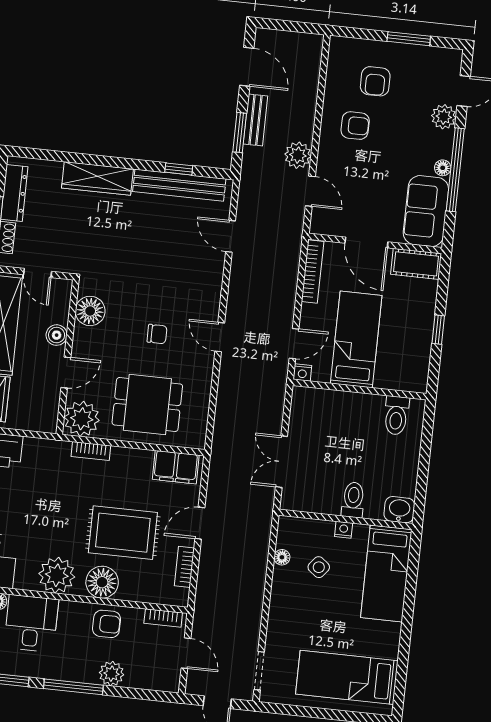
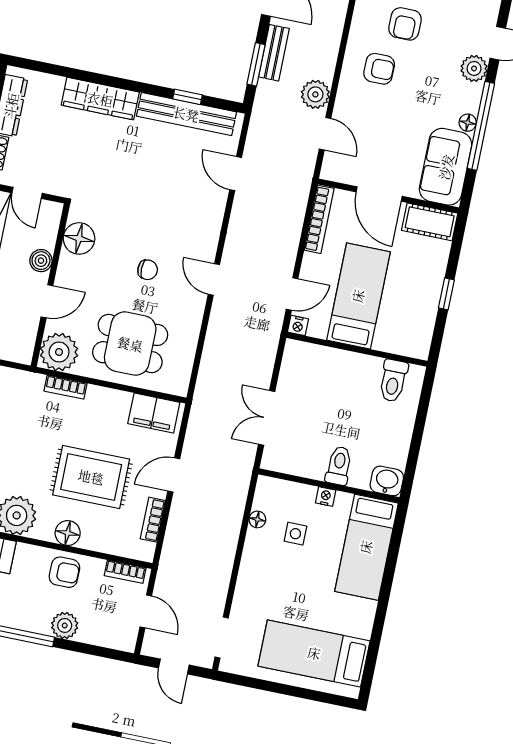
side table: (319, 567) -> (295, 534), turned -38
floor lamp: (102, 582) -> (68, 533), width x0.73, depth x0.73

